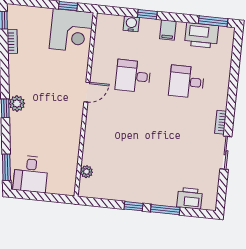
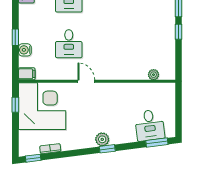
filing cabinet: (168, 30) -> (27, 74), moved
corner desk: (71, 31) -> (42, 106), width x1.36, depth x1.36
desk: (31, 174) -> (150, 125), moved, turned 83

